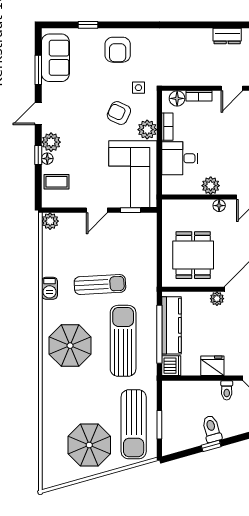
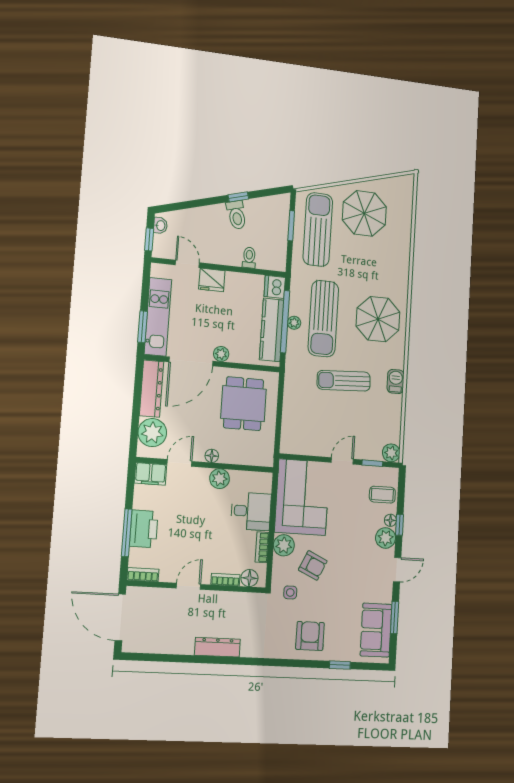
dresser: (227, 36) -> (217, 647), moved, width x1.44
window: (131, 210) -> (372, 463), moved
plant: (151, 334) -> (294, 323), added
fridge: (212, 366) -> (212, 280), moved
toilet: (227, 390) -> (249, 258), moved

